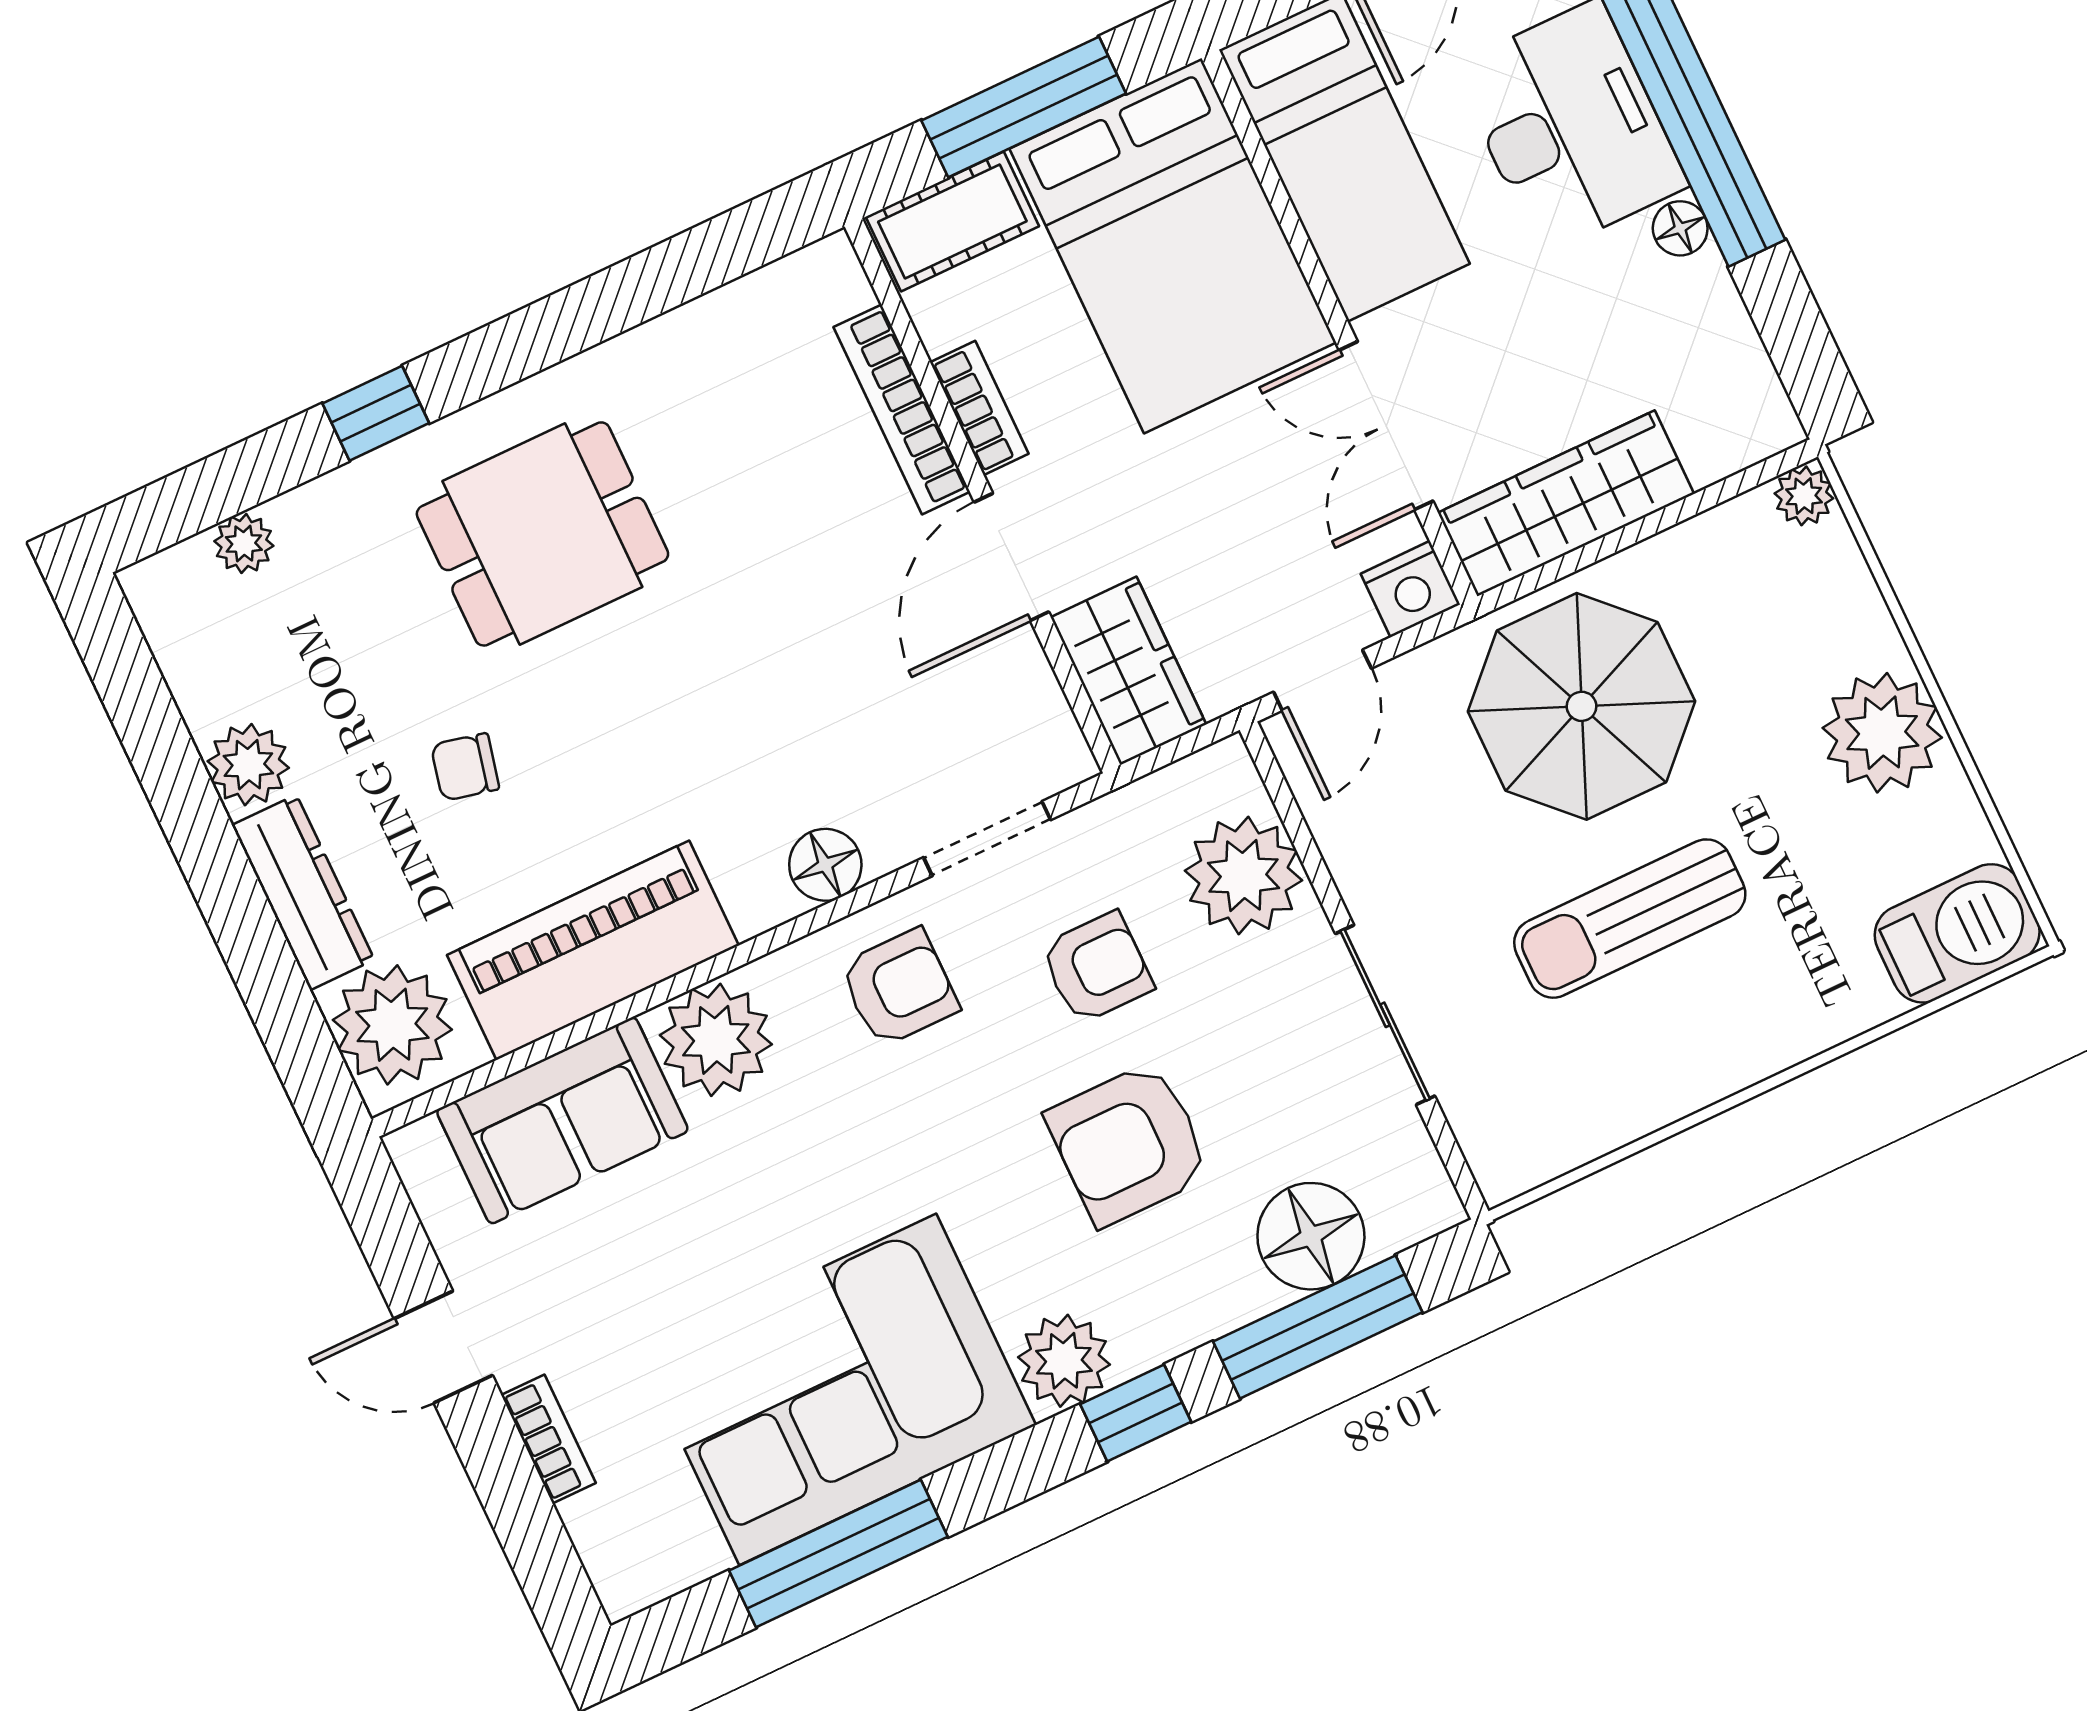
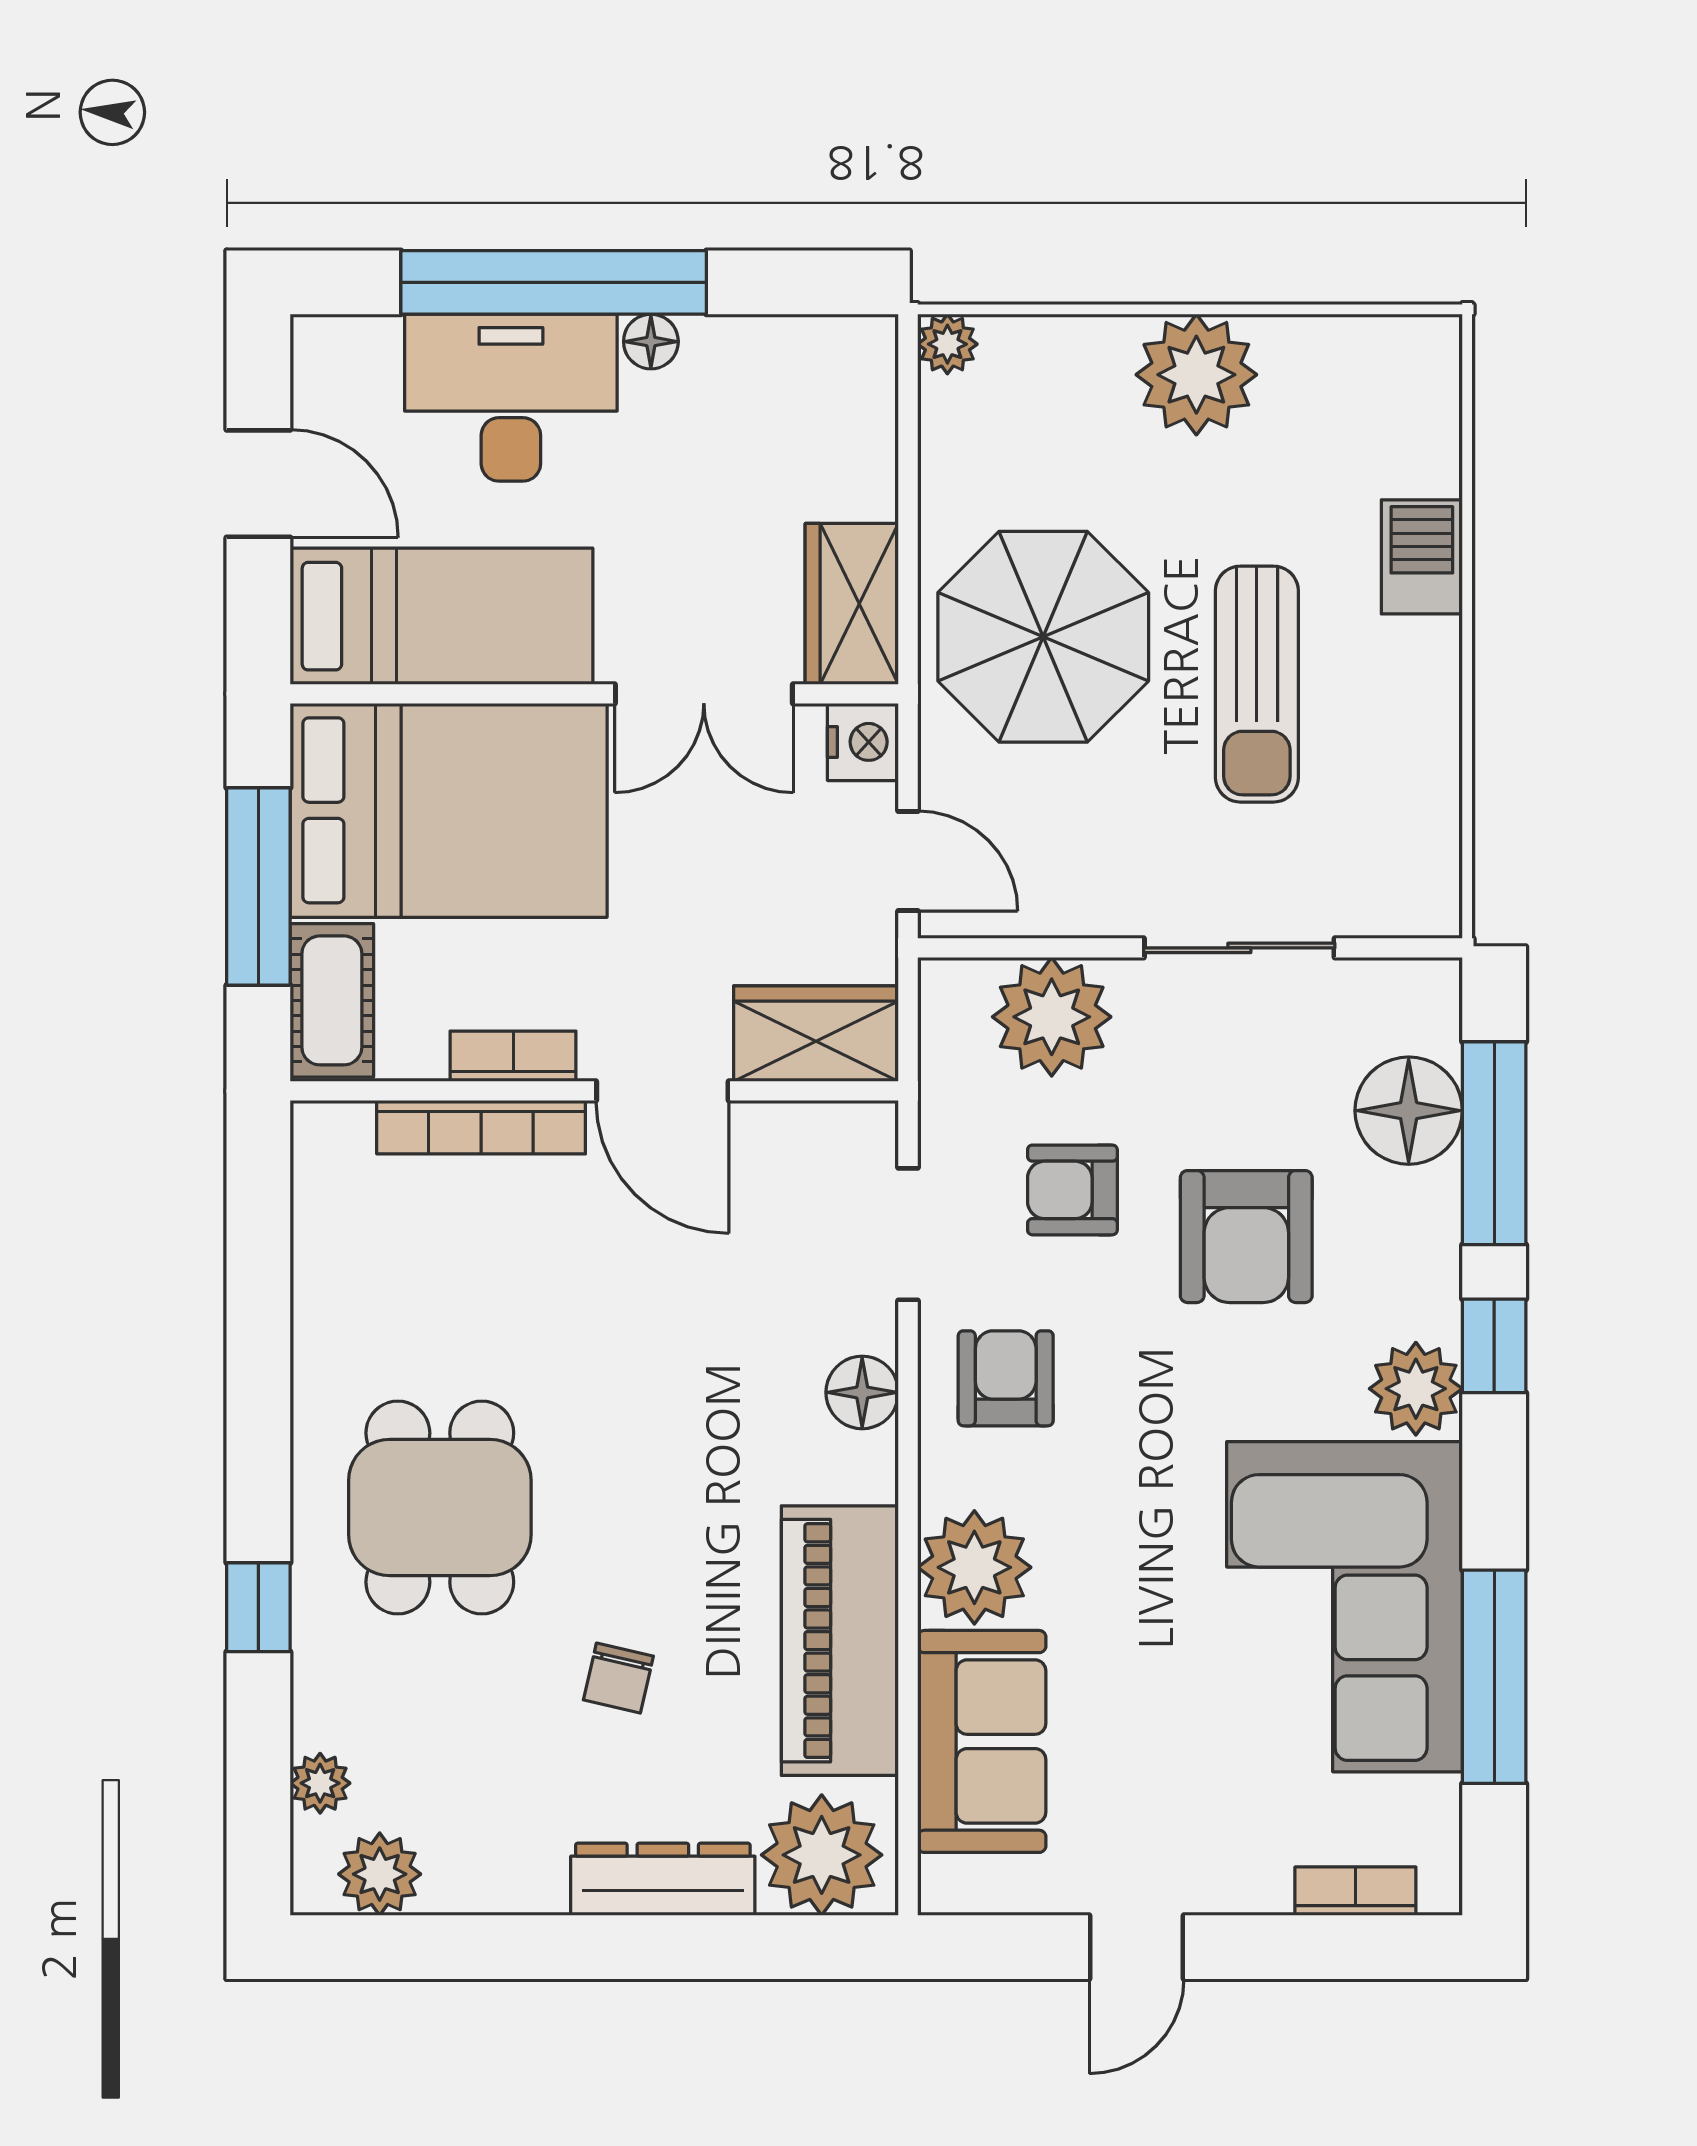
wardrobe: (1566, 503) -> (852, 604), width x0.67
plant: (248, 765) -> (380, 1874), moved
barbecue: (1957, 933) -> (1422, 557), moved, width x0.73, depth x0.79
armchair: (1097, 968) -> (1072, 1190), turned -90
bookcase: (548, 1439) -> (1355, 1891), moved

